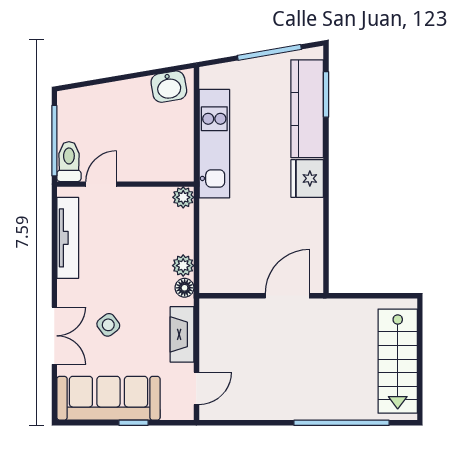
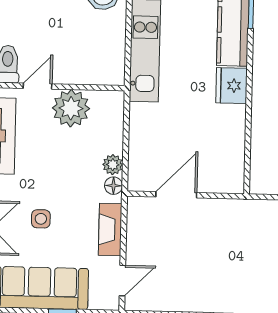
plant: (183, 197) -> (71, 108), moved, width x1.88, depth x1.88
door: (287, 296) -> (176, 195), moved
side table: (108, 325) -> (41, 219), turned 37

